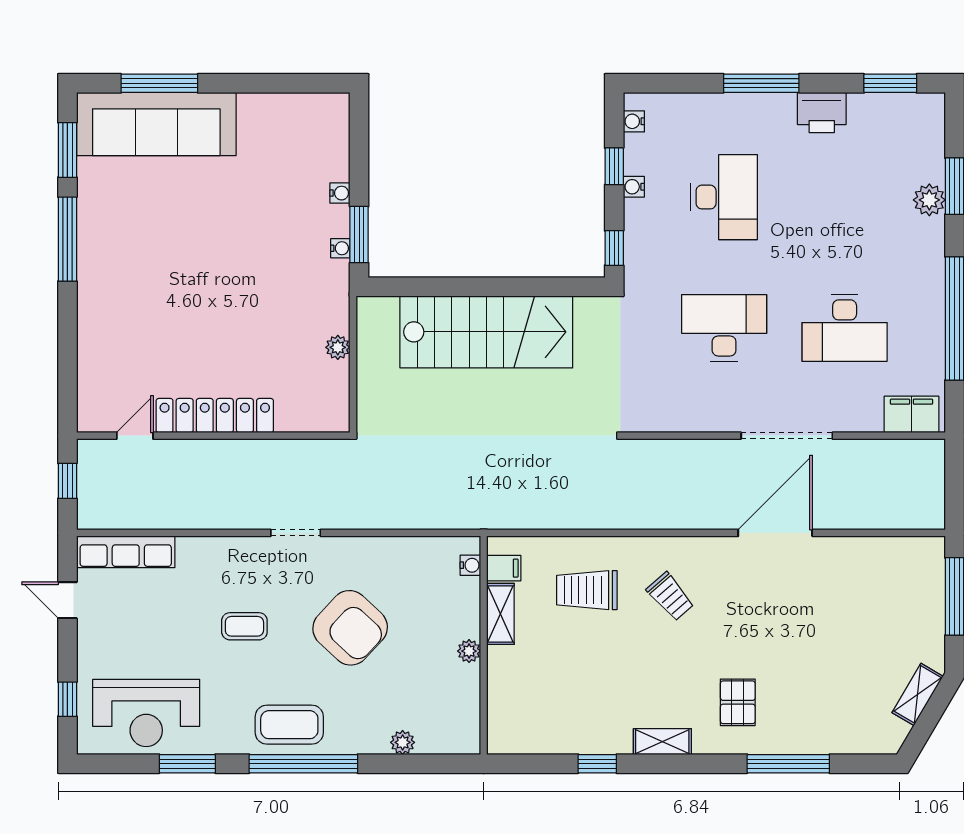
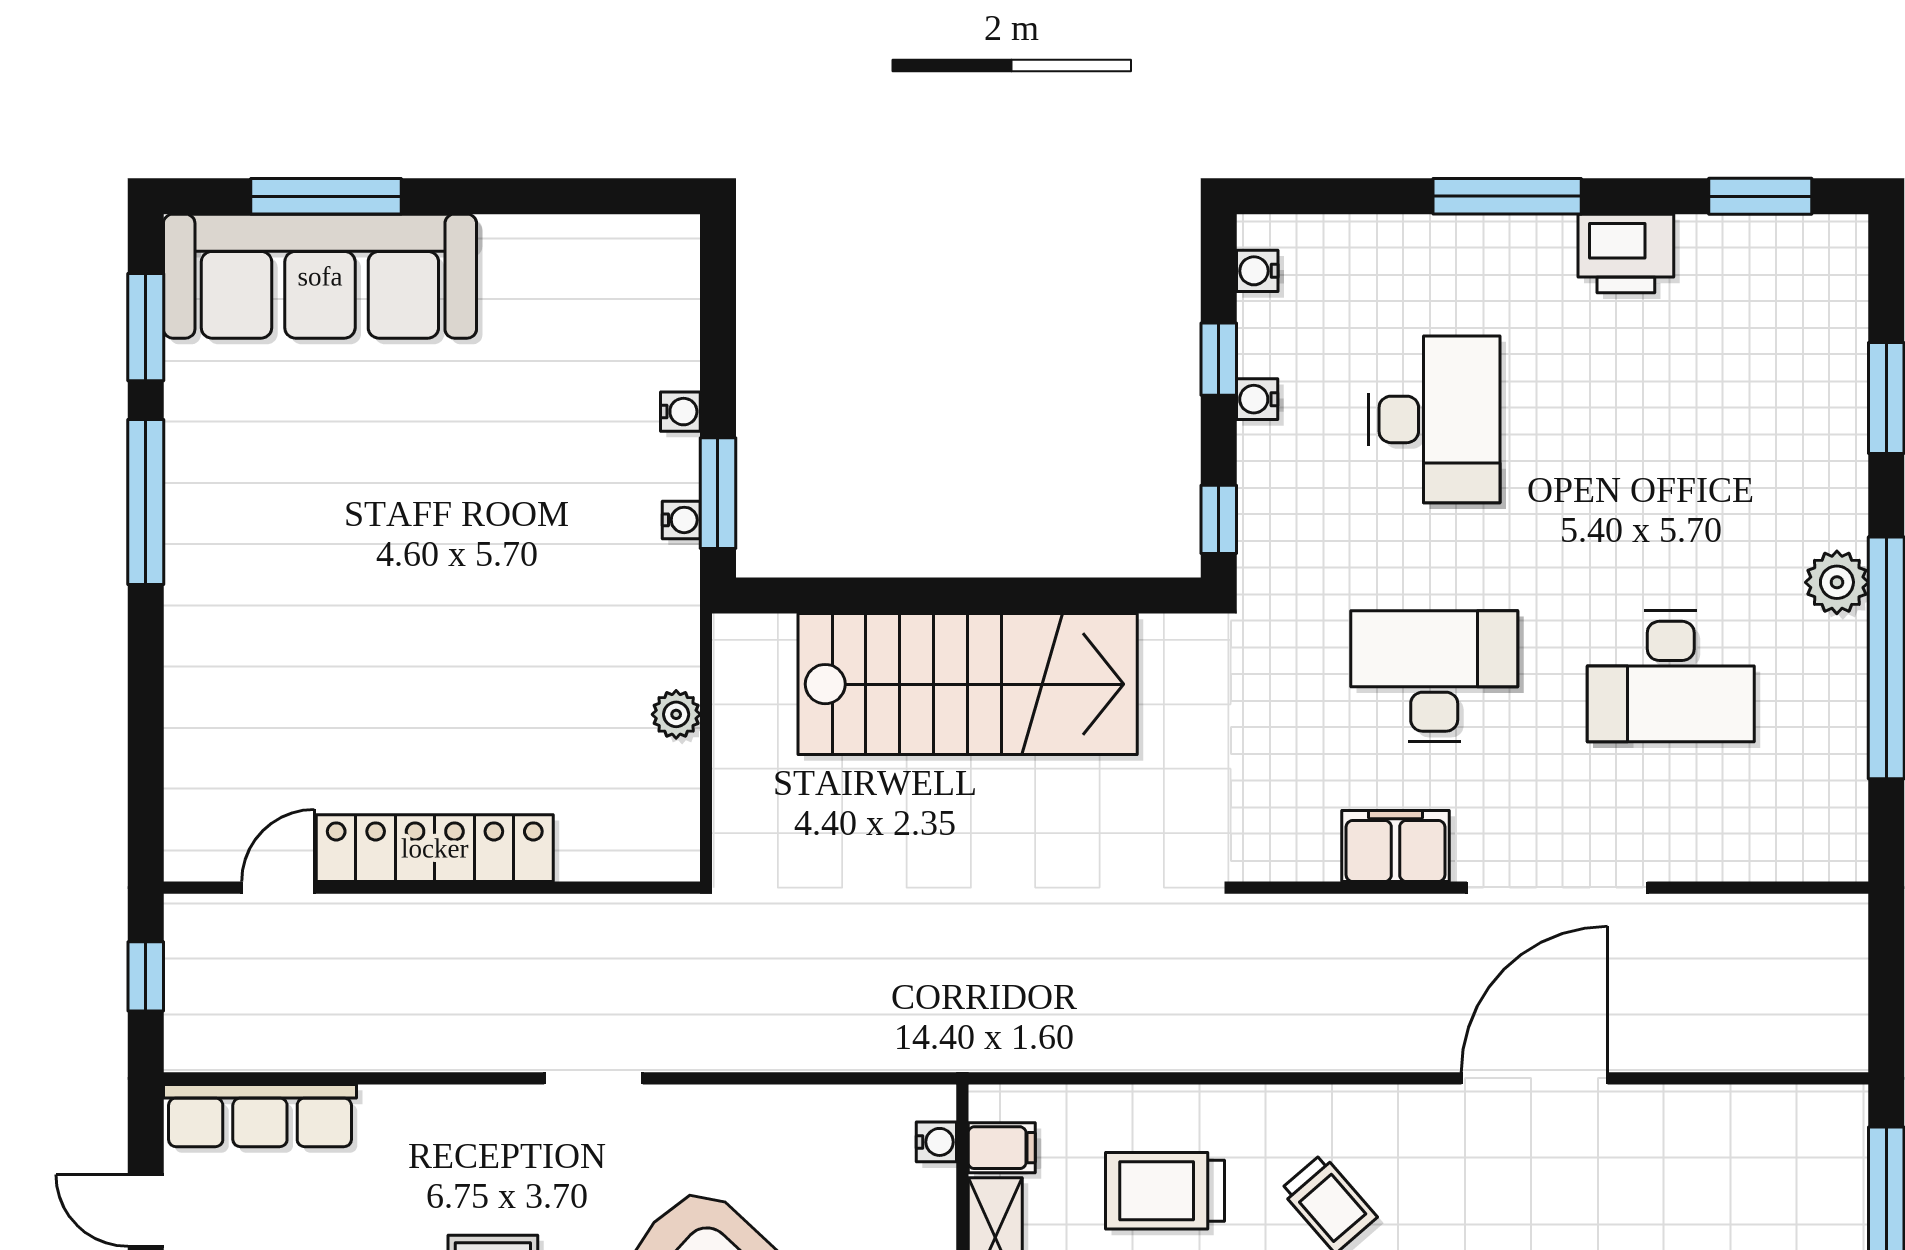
plant: (929, 200) -> (1837, 582), moved
filing cabinet: (911, 414) -> (1395, 846), moved

